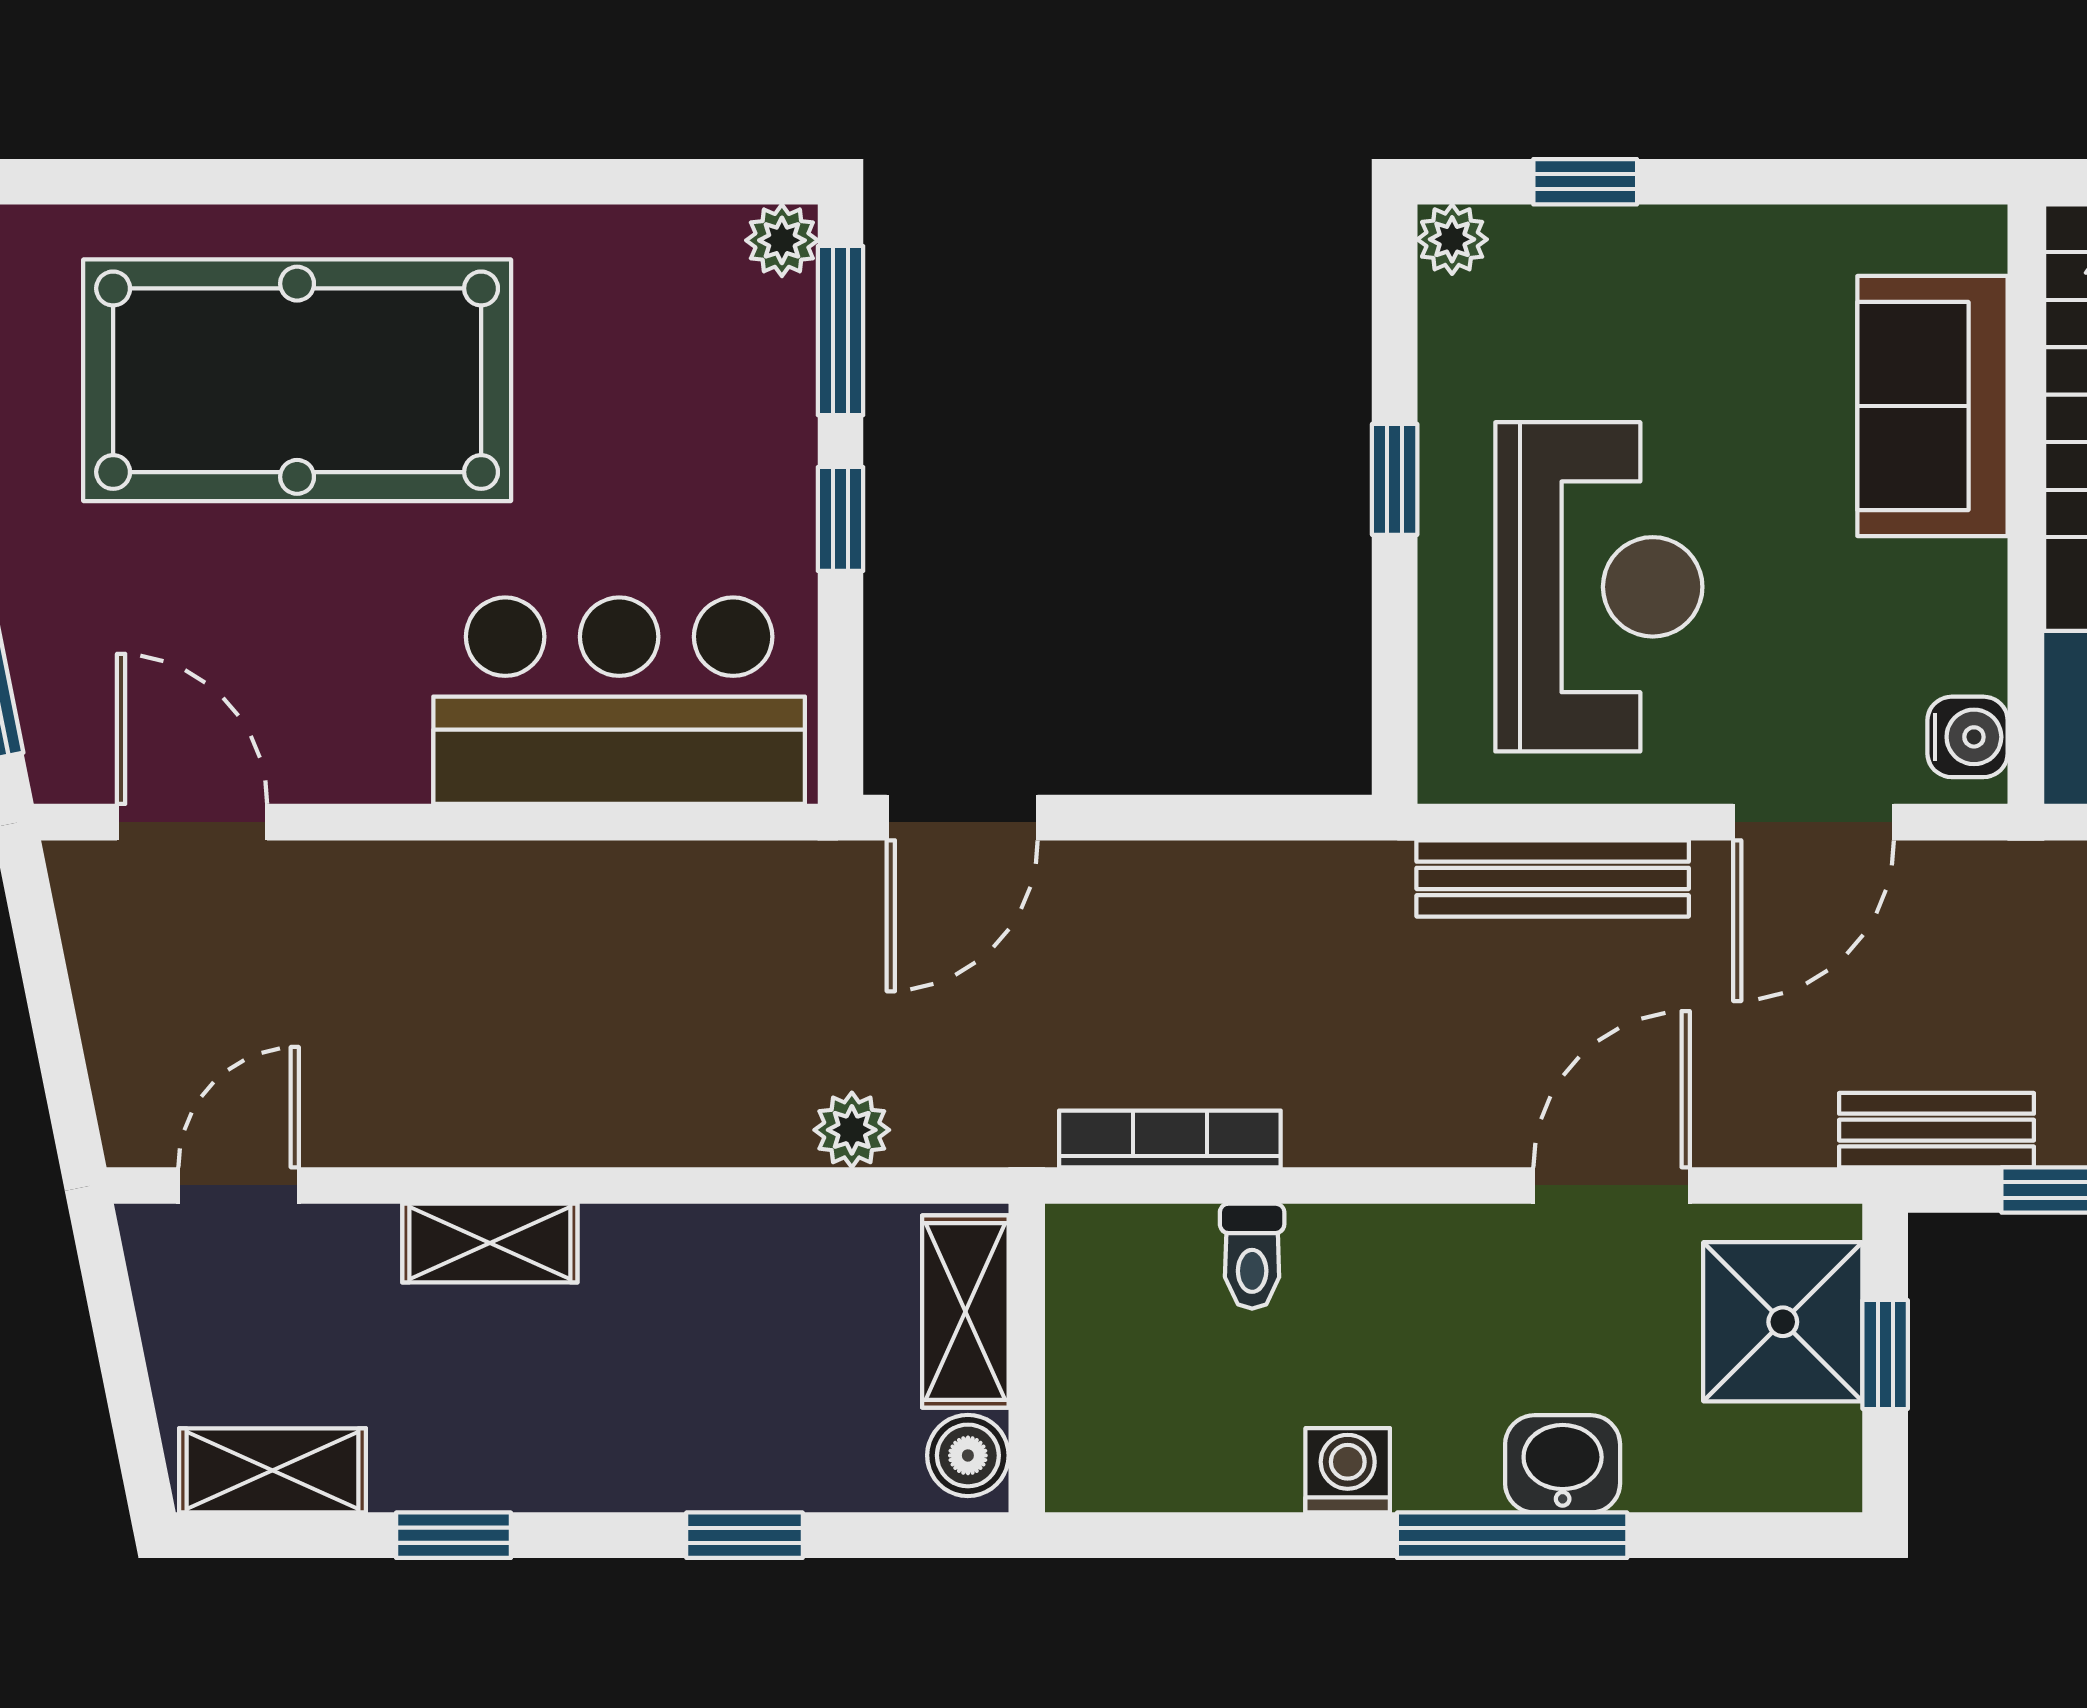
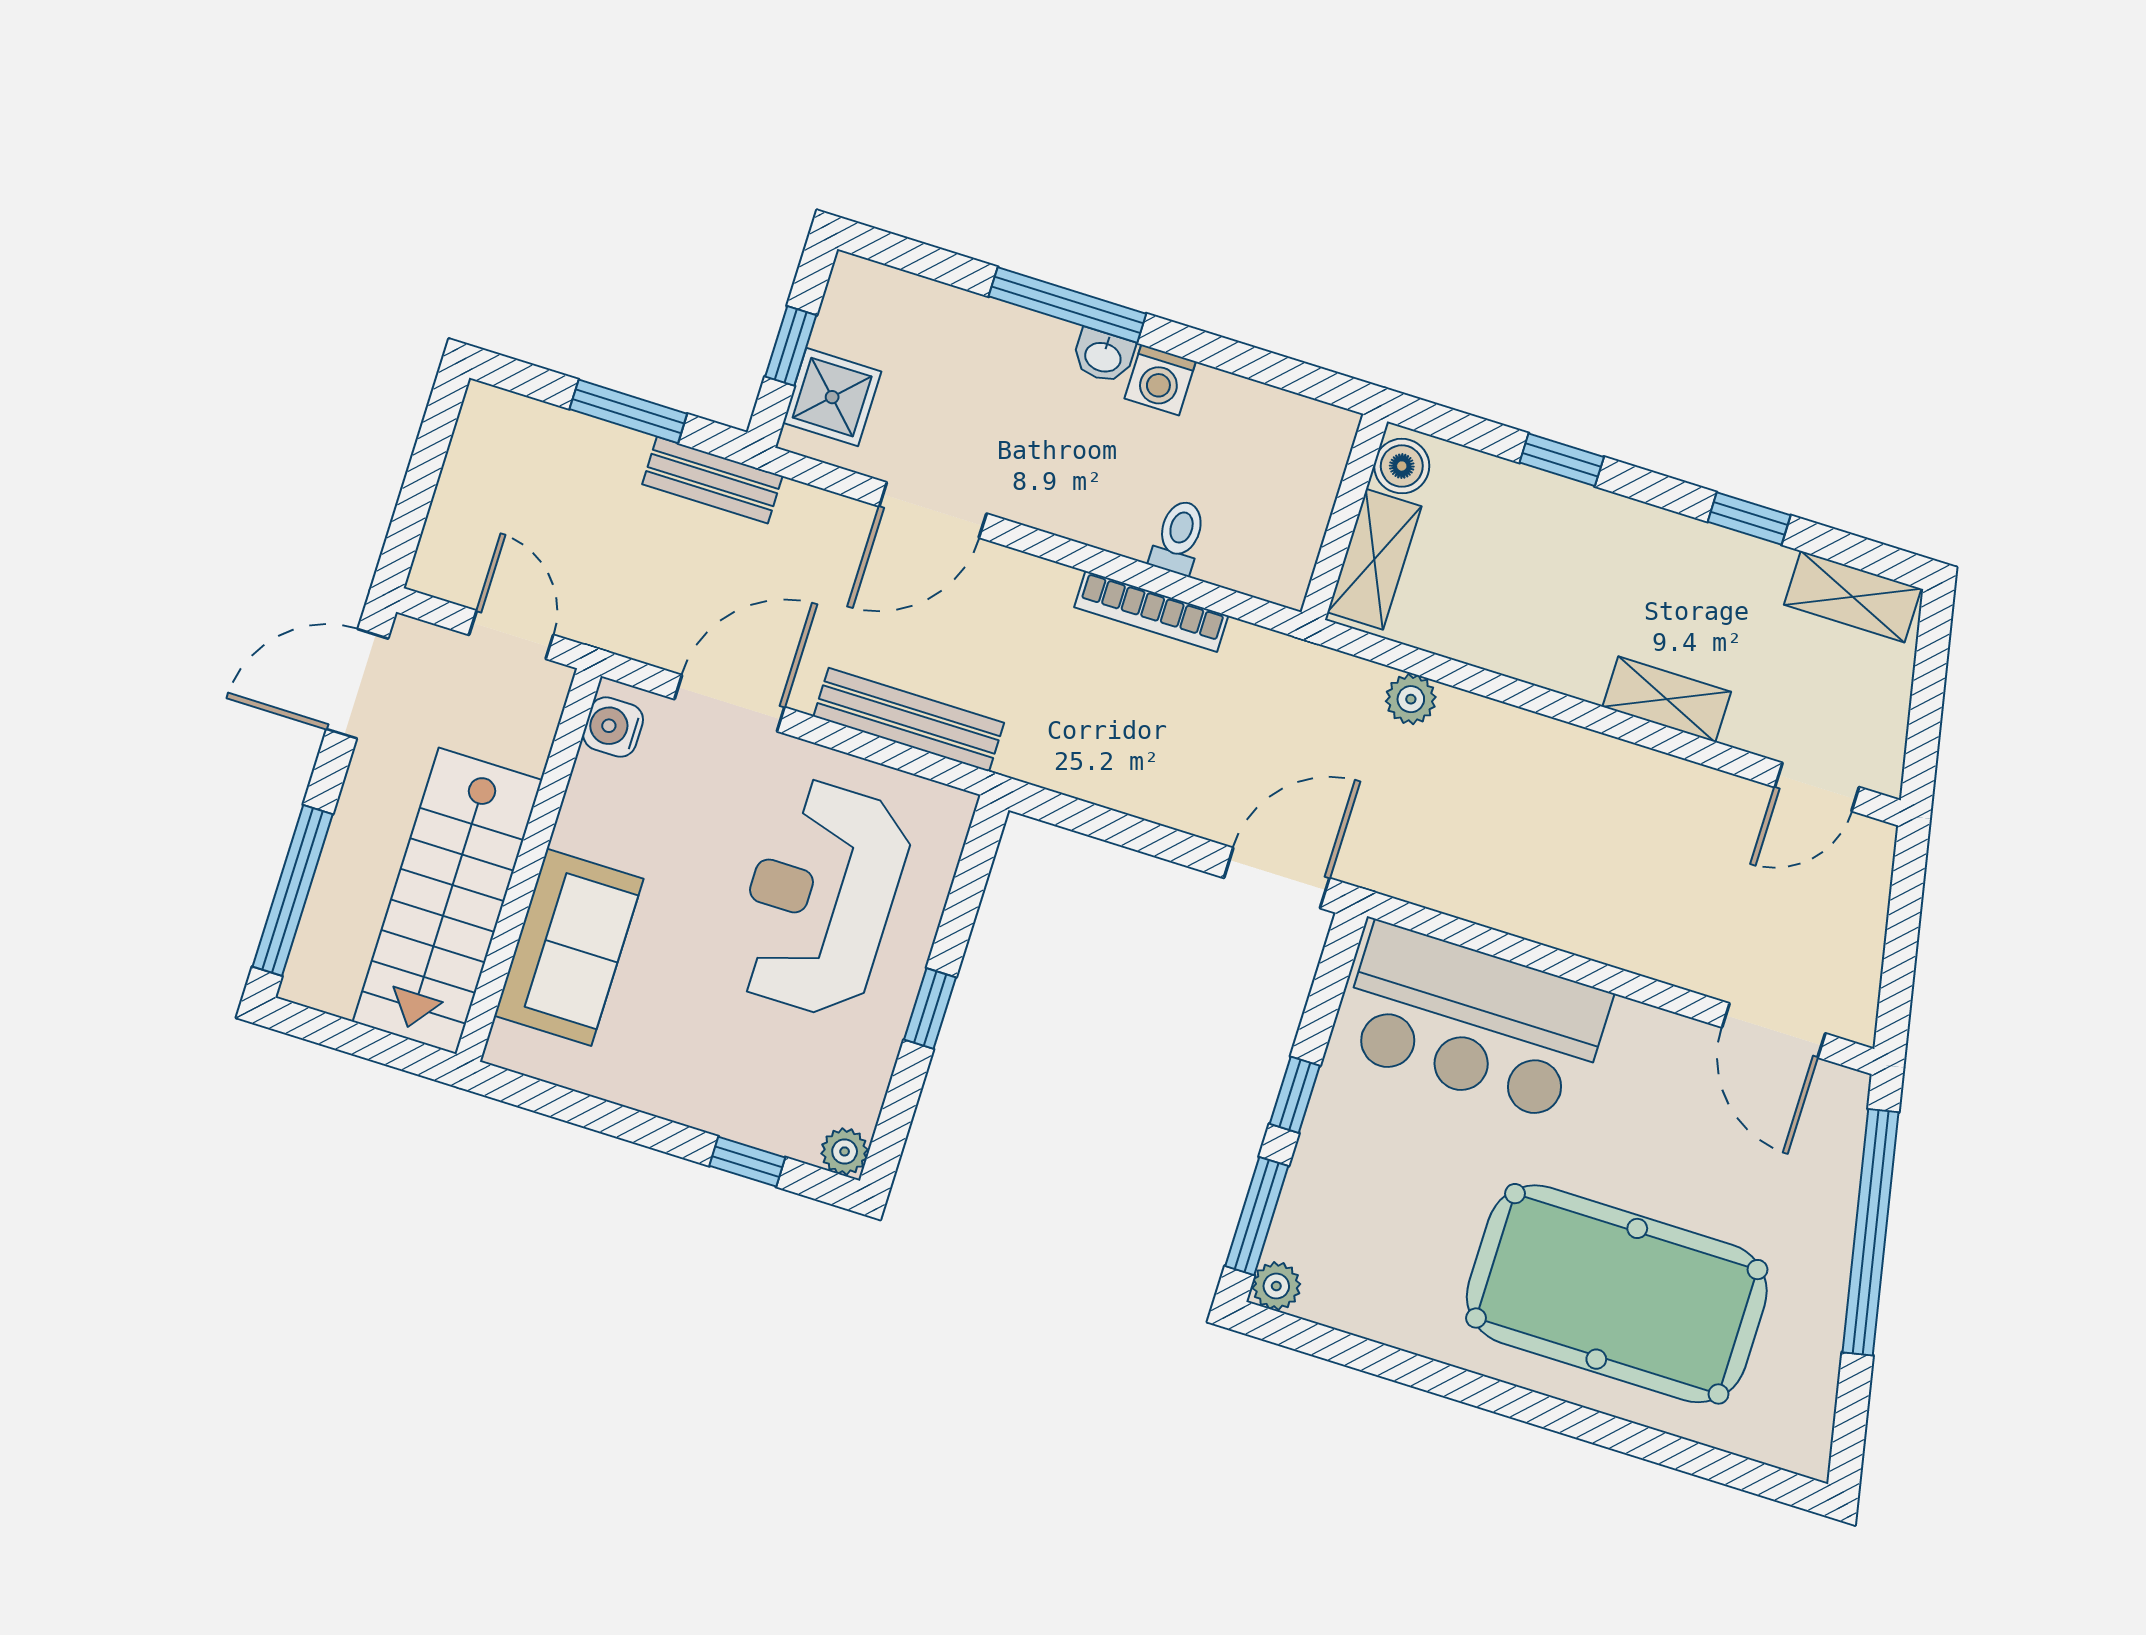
bookcase: (1170, 1139) -> (1151, 611), moved
shower: (1783, 1322) -> (832, 397), width x0.73, depth x0.73
washbasin: (1563, 1464) -> (1103, 356), moved, width x0.72, depth x0.69

